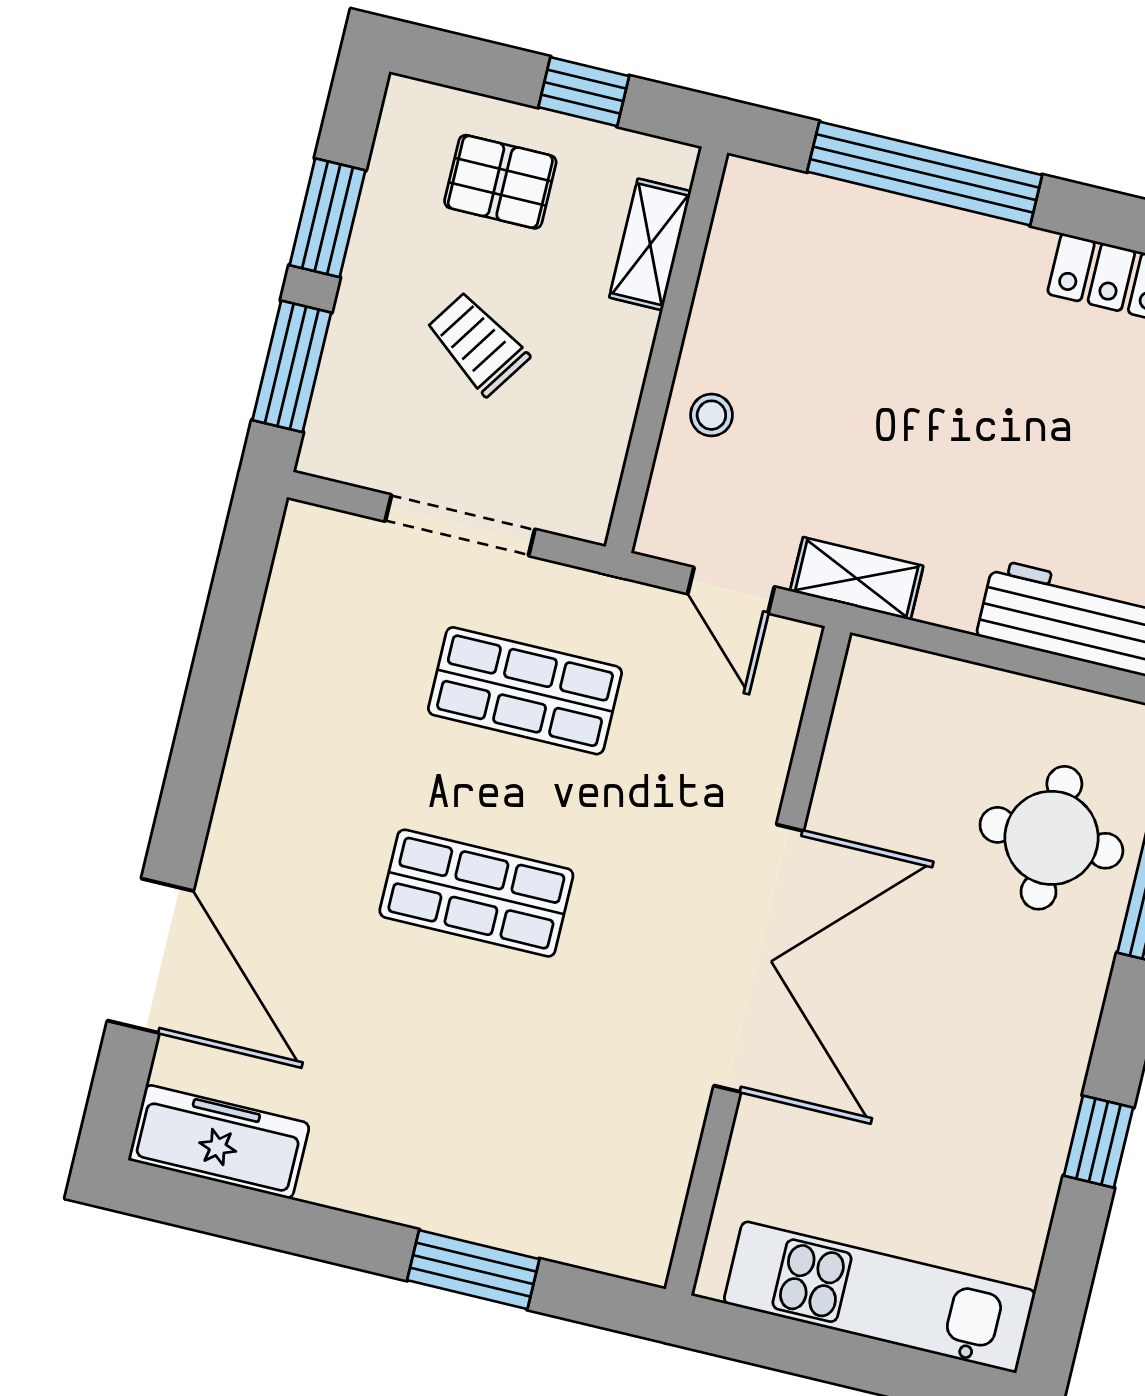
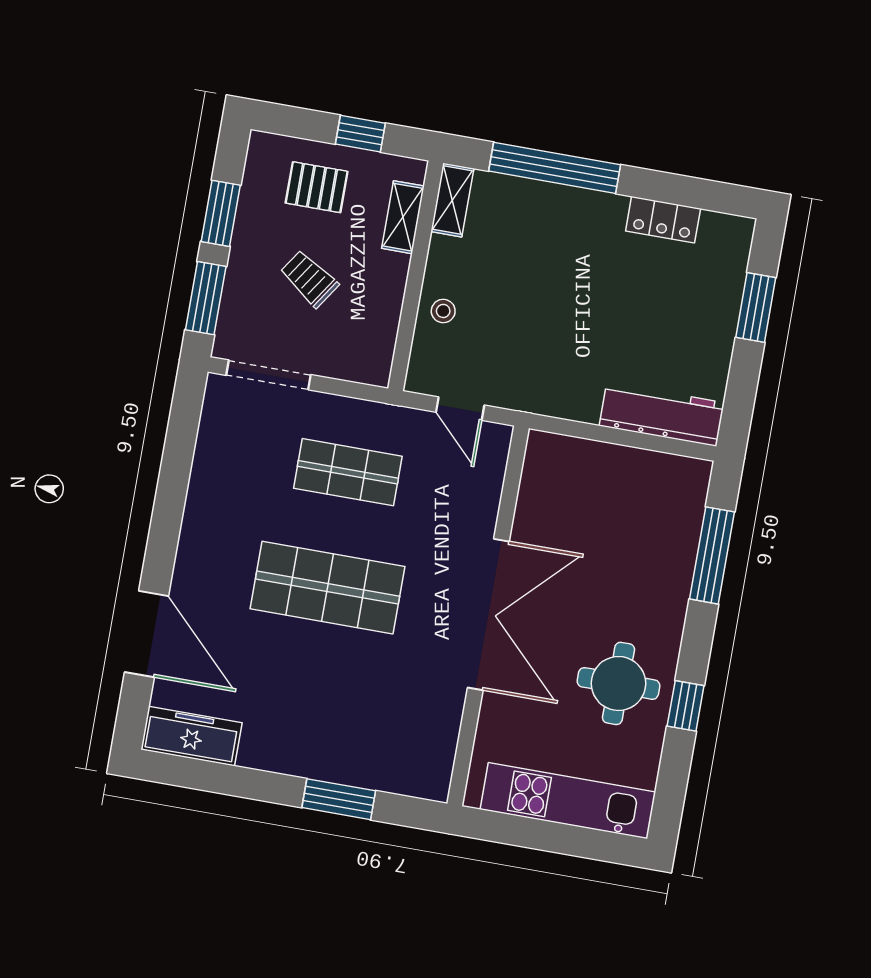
doorway: (460, 525) -> (268, 375), moved
shelving: (857, 578) -> (452, 200), moved, turned 90
round table: (1051, 838) -> (618, 683), moved
shop shelf: (476, 893) -> (328, 588), width x1.43, depth x1.36

